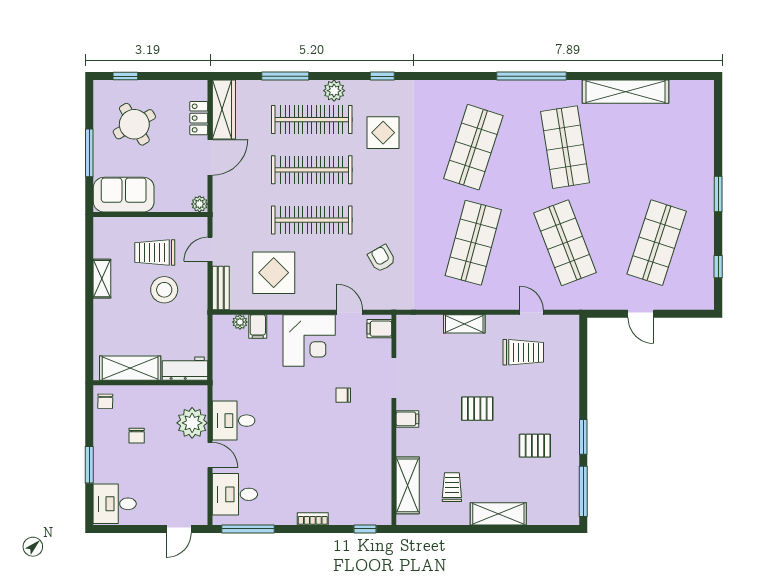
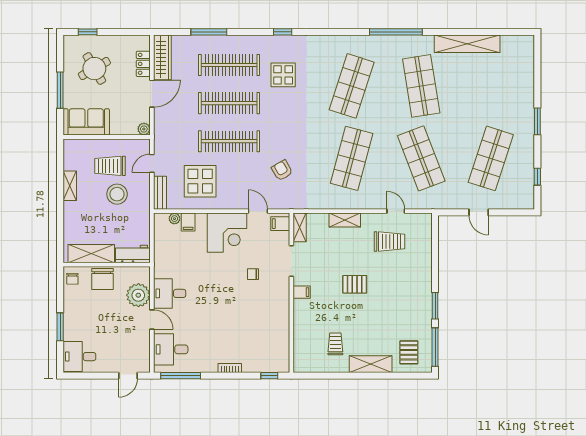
plant: (334, 91) -> (246, 43), removed
chair: (137, 436) -> (103, 279), moved, width x1.87, depth x1.87
pallet: (535, 446) -> (409, 352), moved, turned 90
shelving: (408, 485) -> (300, 227), moved, width x0.67, depth x0.75

